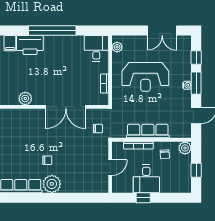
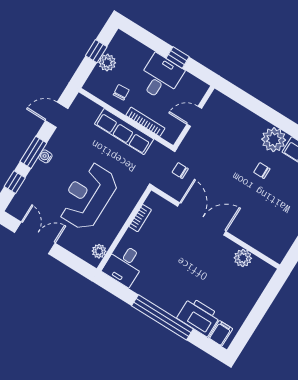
reception desk: (145, 77) -> (88, 196), turned -90
plant: (185, 148) -> (107, 63), moved

